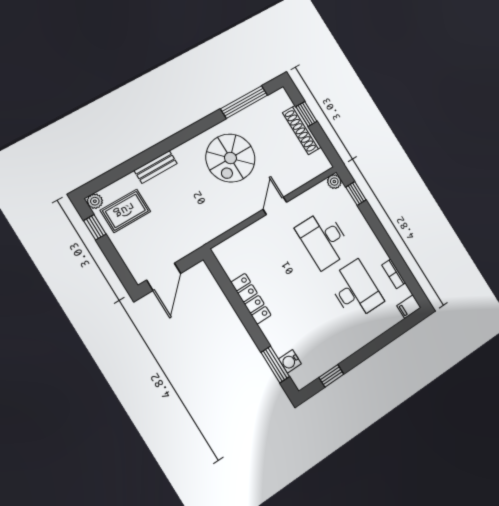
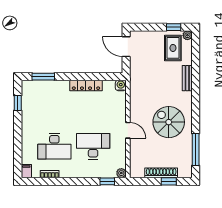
water cooler: (290, 361) -> (121, 85), moved

